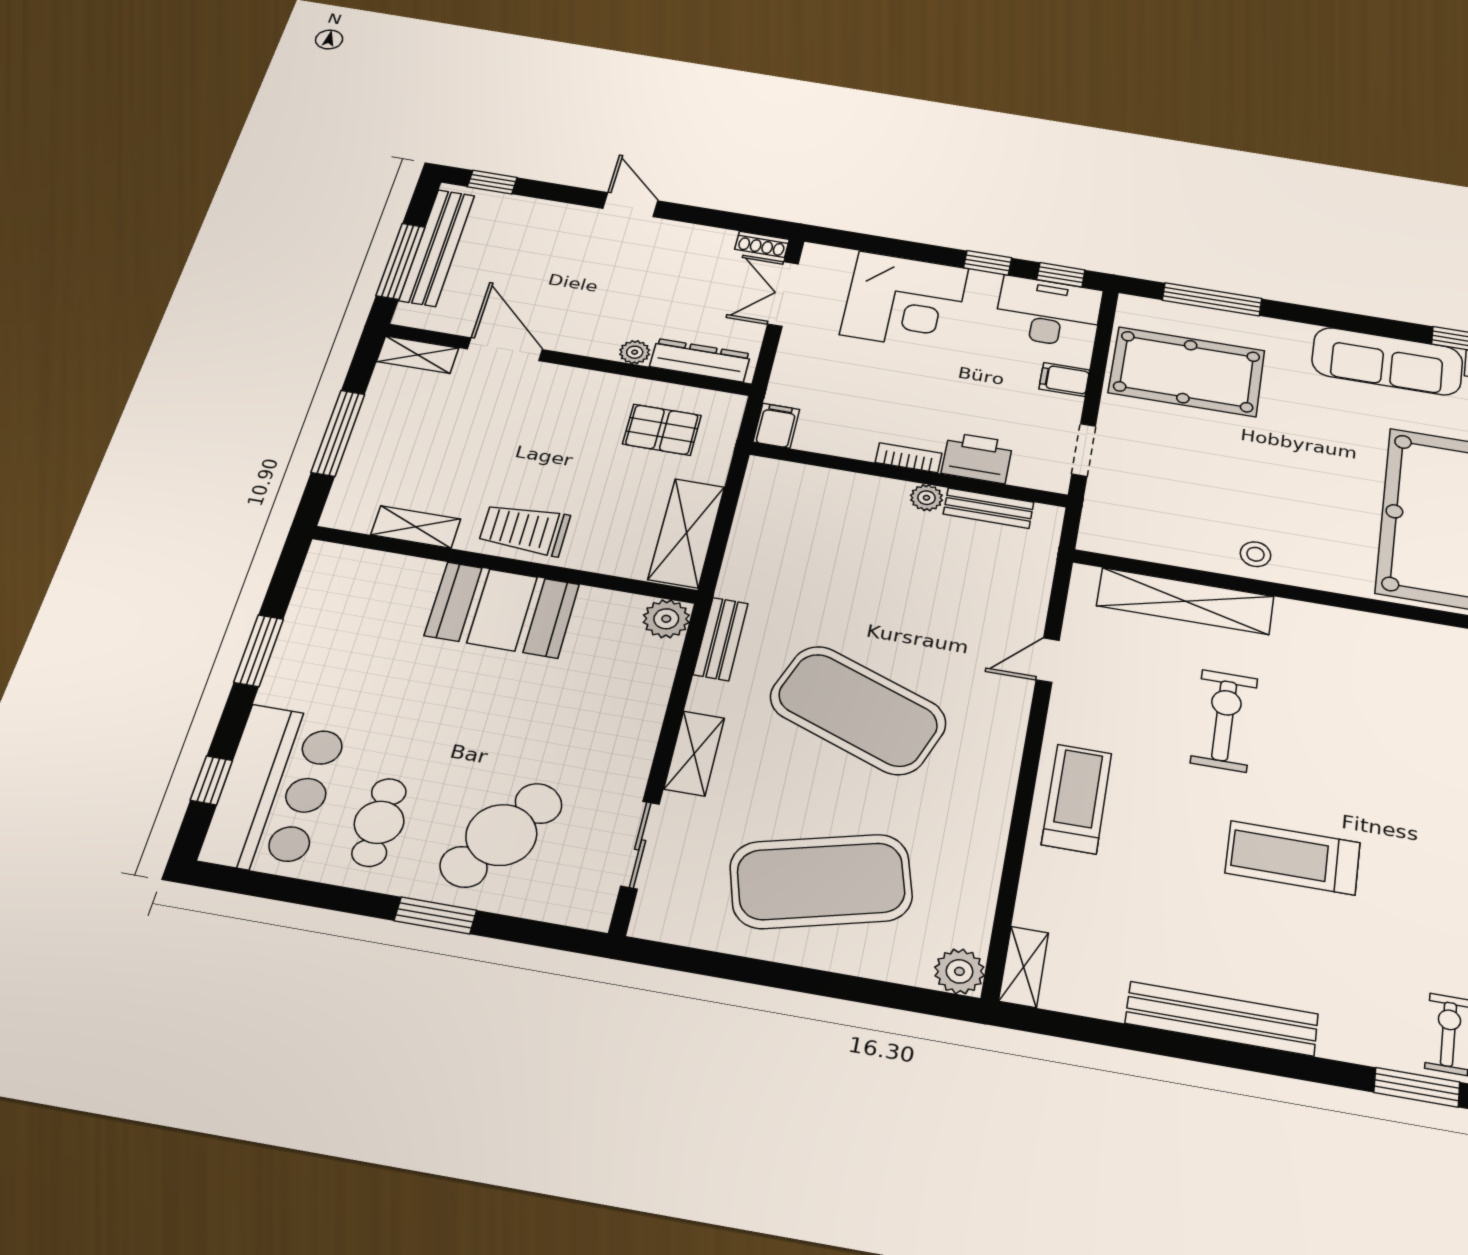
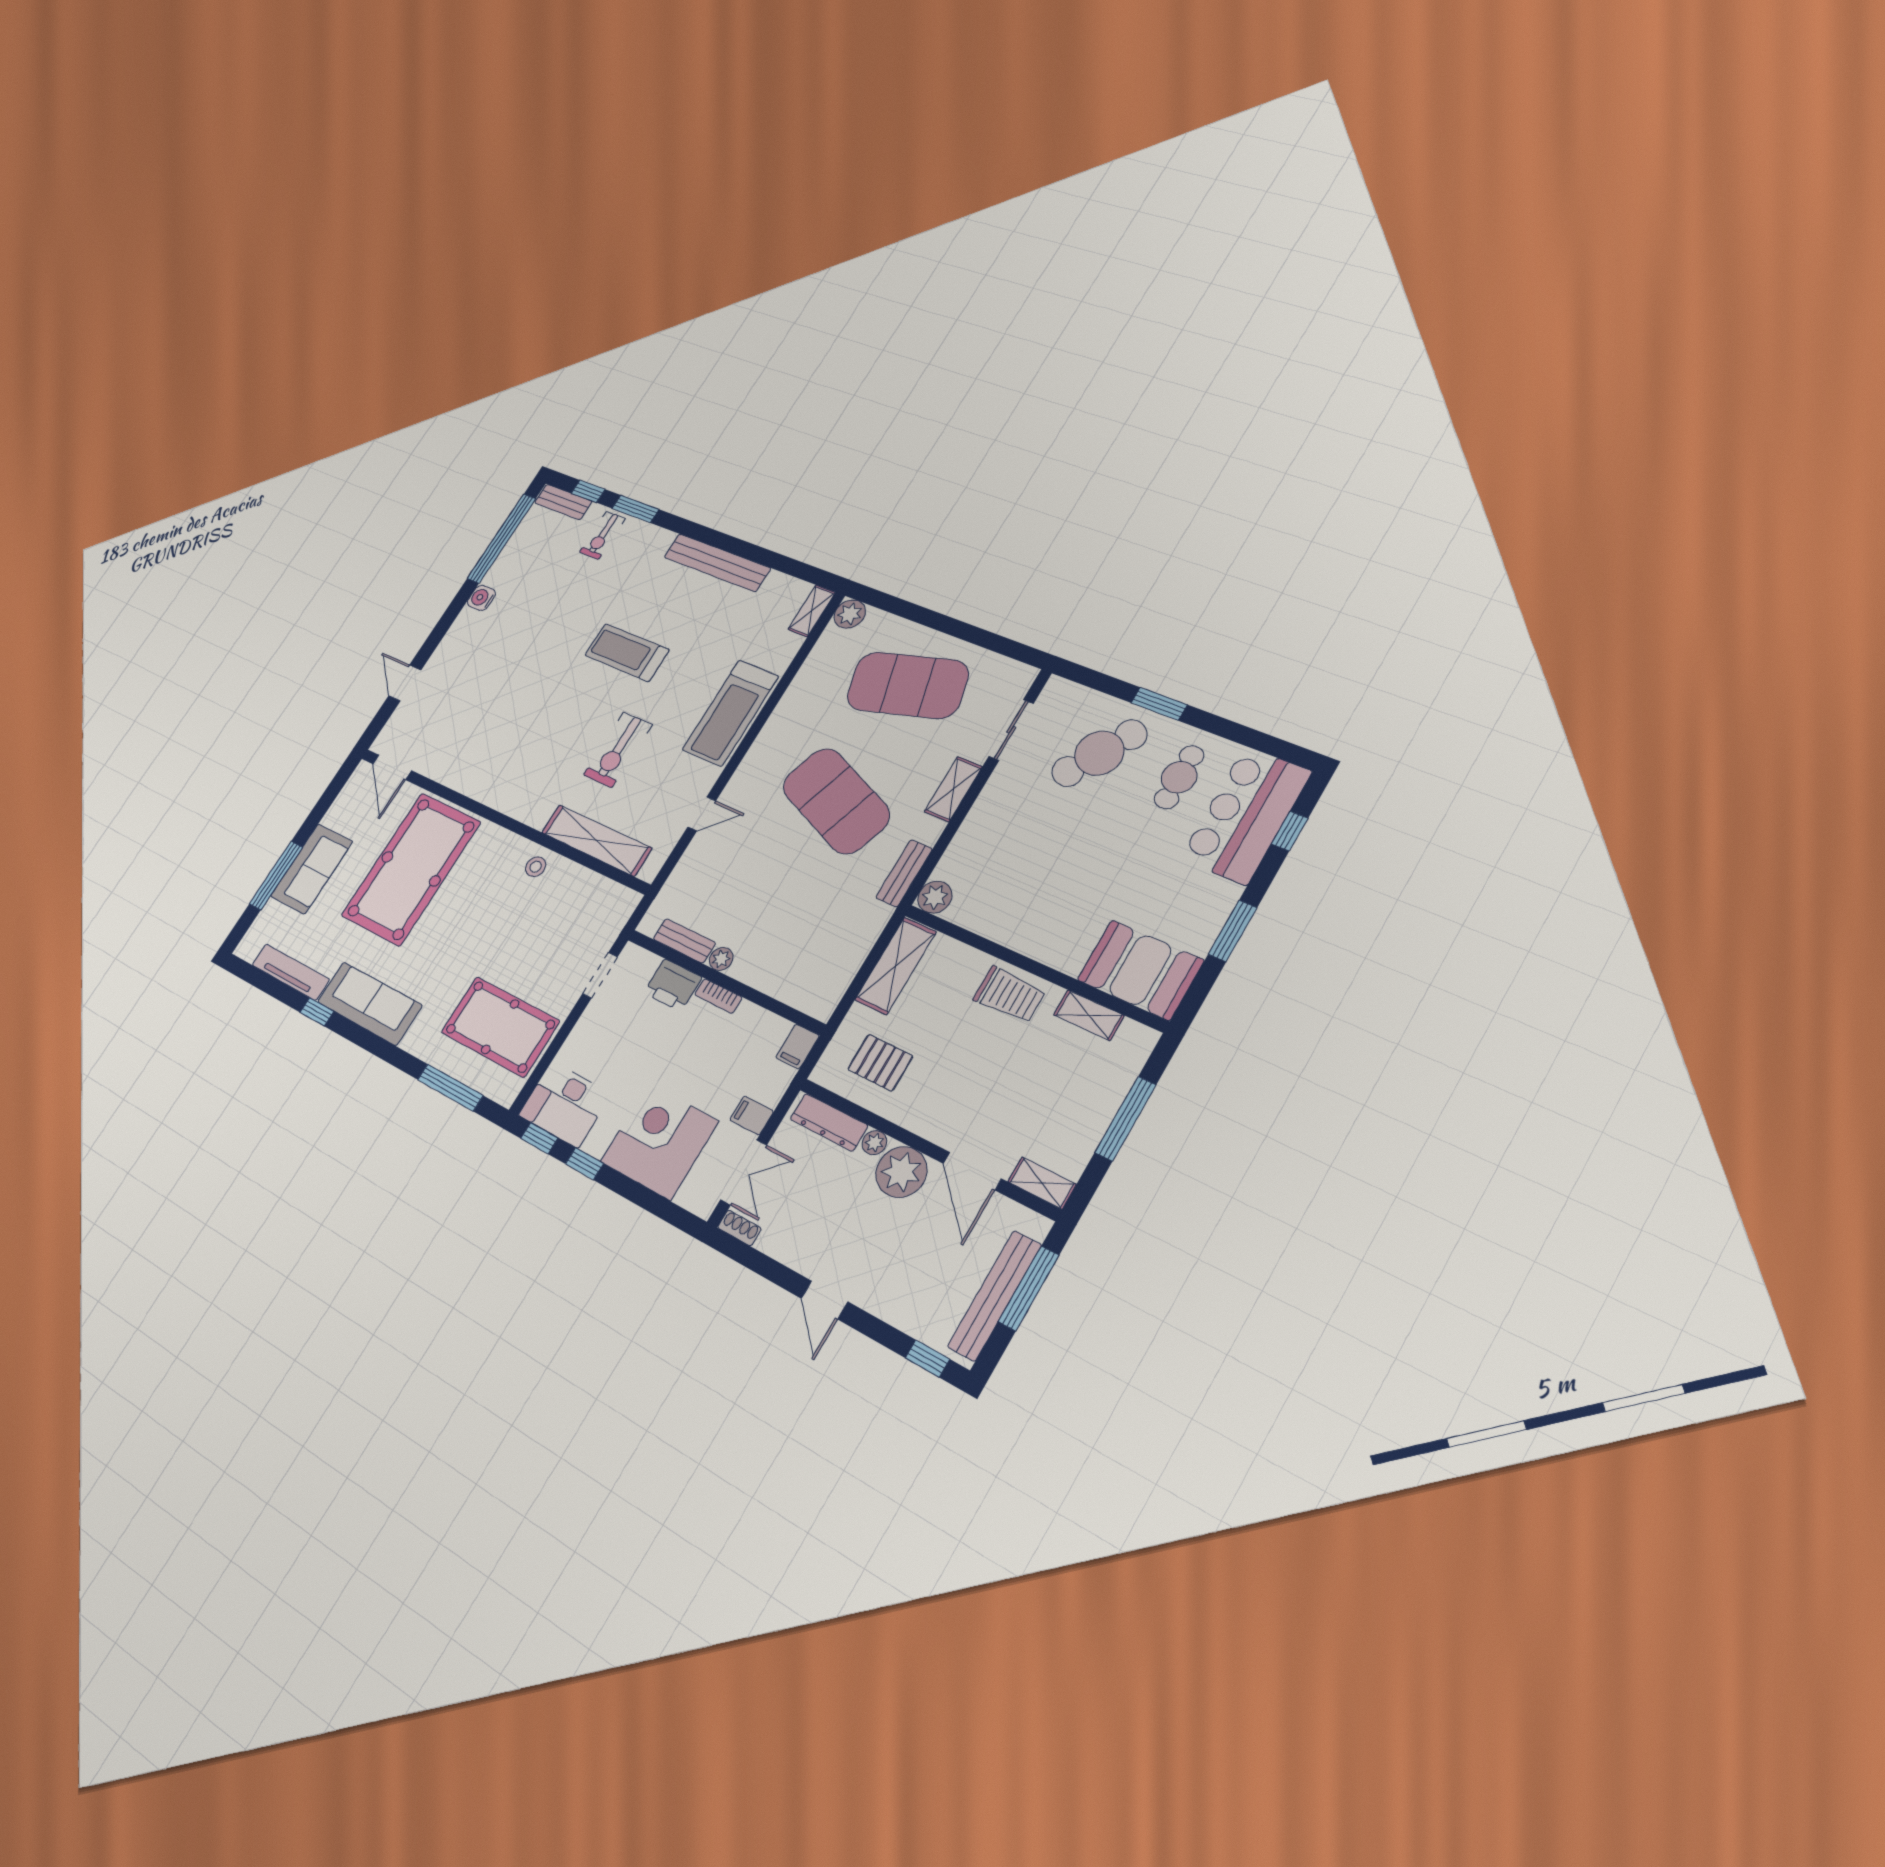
plant: (590, 332) -> (901, 1172), added
filing cabinet: (1064, 379) -> (752, 1115), moved, turned 180
booth: (502, 610) -> (1140, 970), moved
treadmill: (1077, 799) -> (730, 713), width x1.37, depth x1.38
treadmill: (1293, 858) -> (627, 653), turned 180

